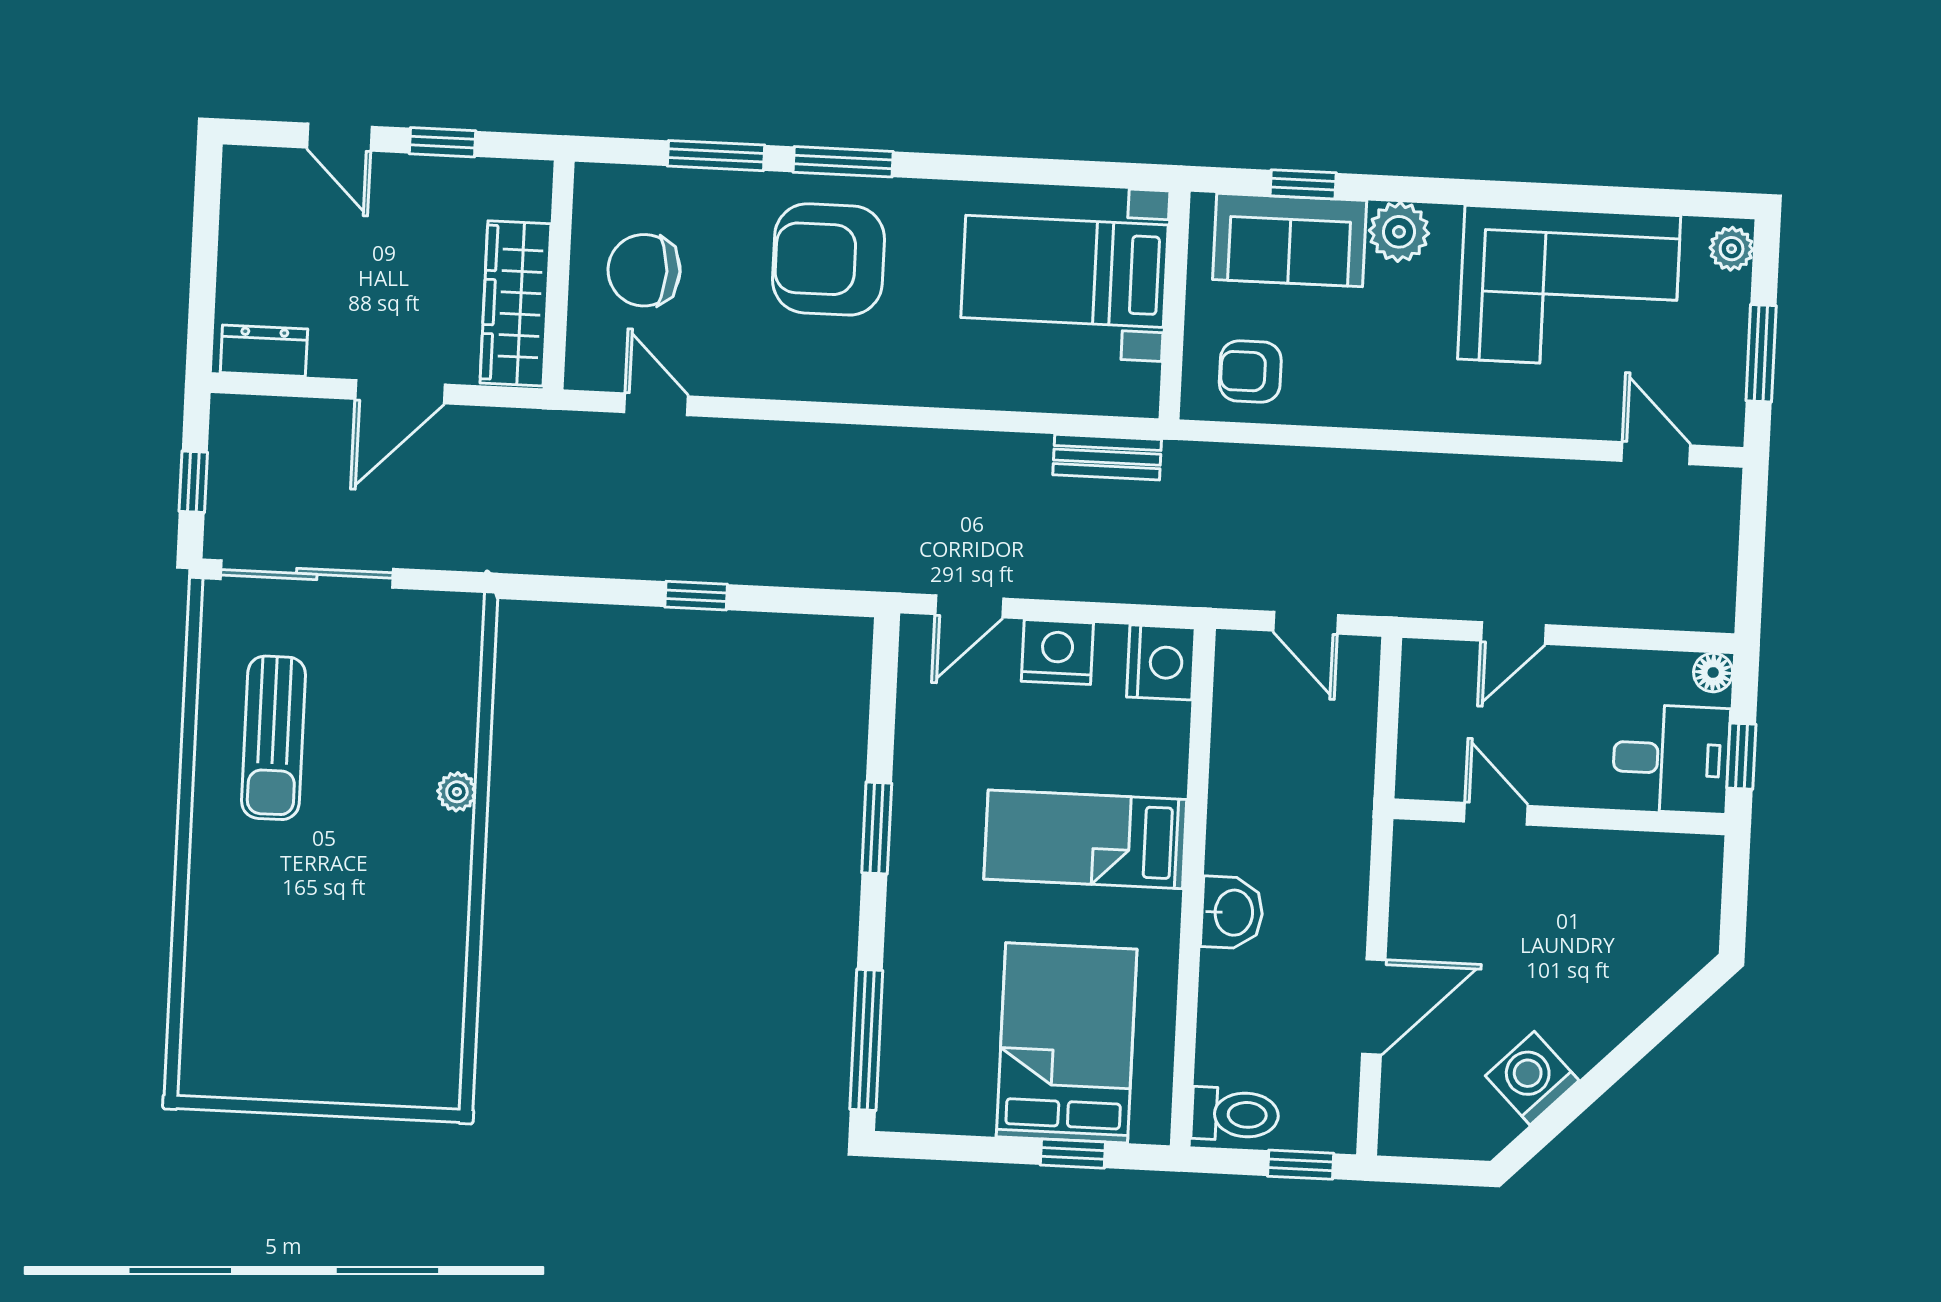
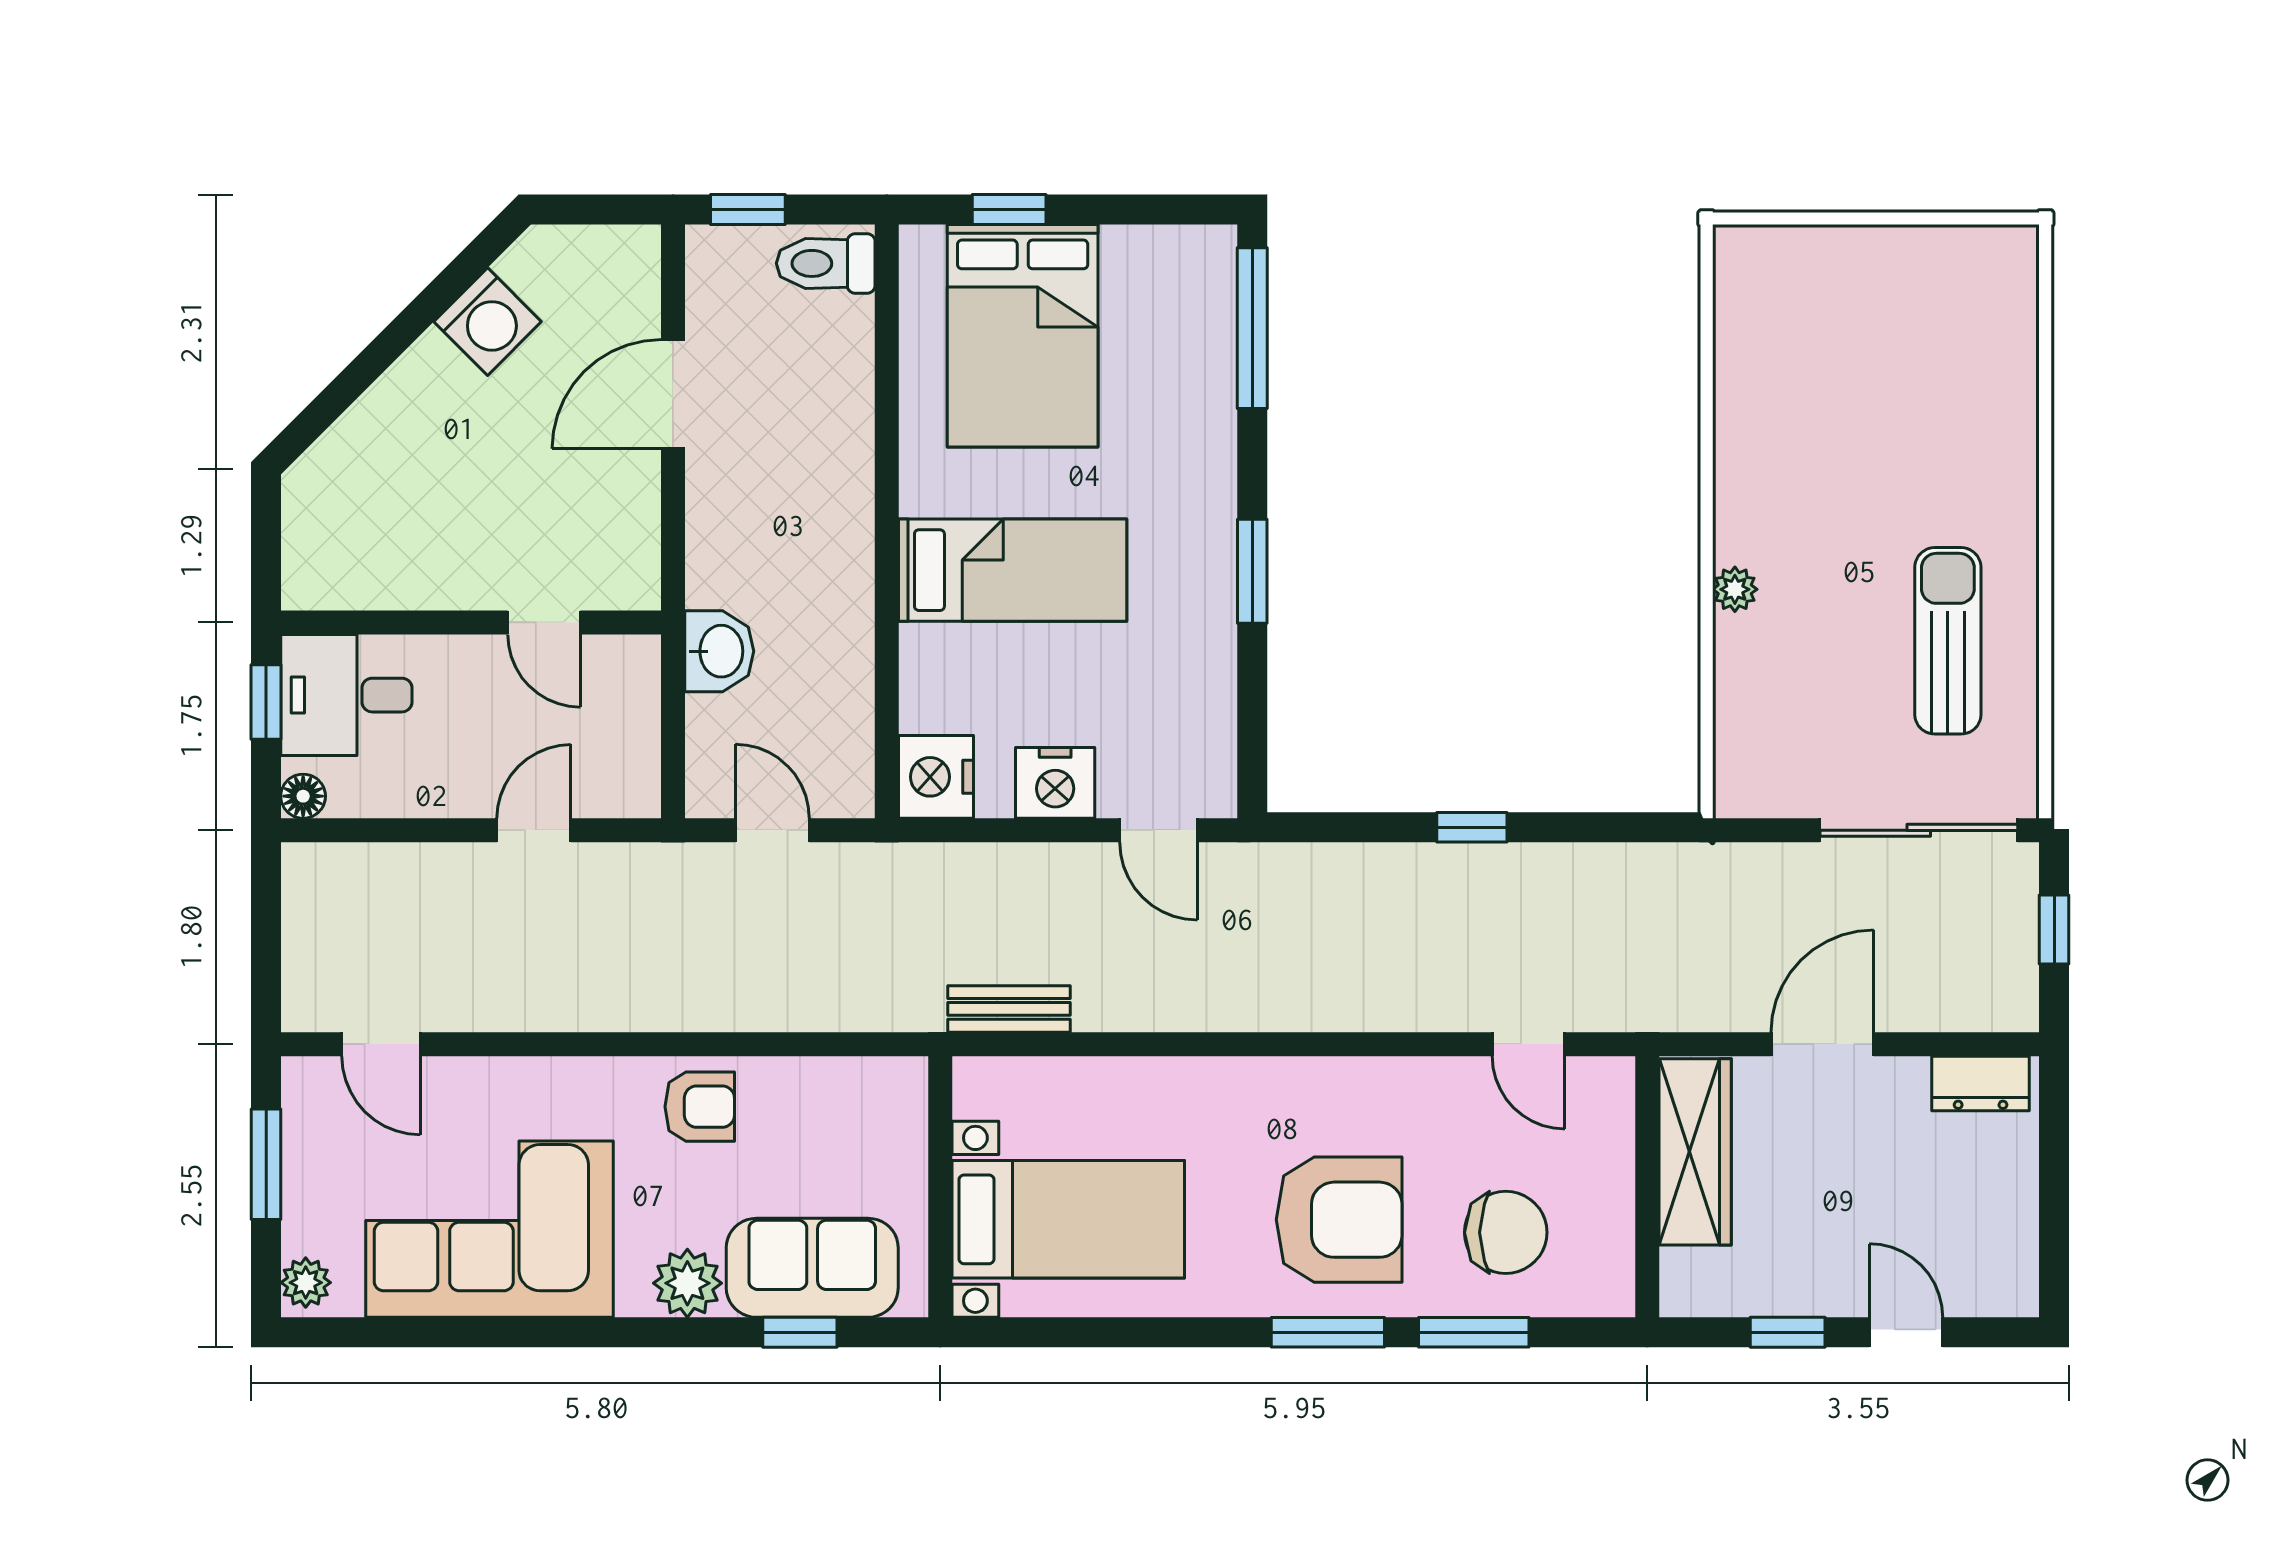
chair: (644, 270) -> (1506, 1232), moved
armchair: (1250, 372) -> (700, 1107), moved
door: (969, 606) -> (1158, 830), swing flipped
washbasin: (1232, 913) -> (719, 651), moved, turned 180

